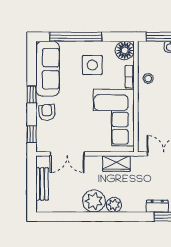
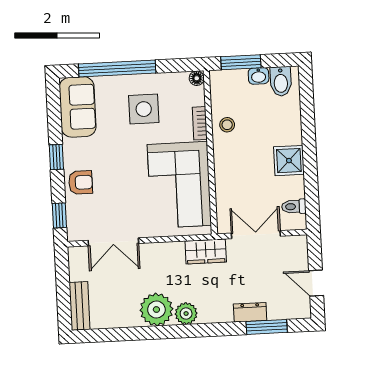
floor lamp: (125, 50) -> (197, 78), width x0.53, depth x0.53
sofa: (48, 69) -> (78, 107), width x0.73
armchair: (47, 113) -> (81, 182), turned 94
wardrobe: (116, 164) -> (206, 251), moved
bench: (42, 184) -> (80, 306), moved

